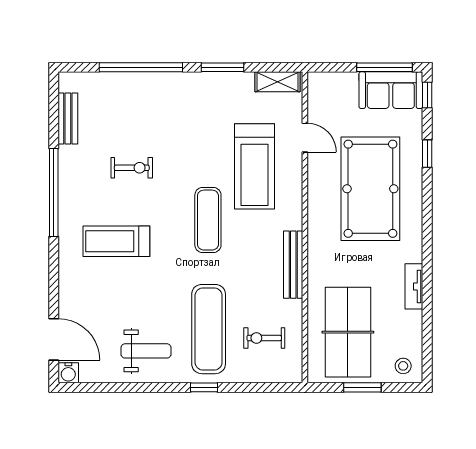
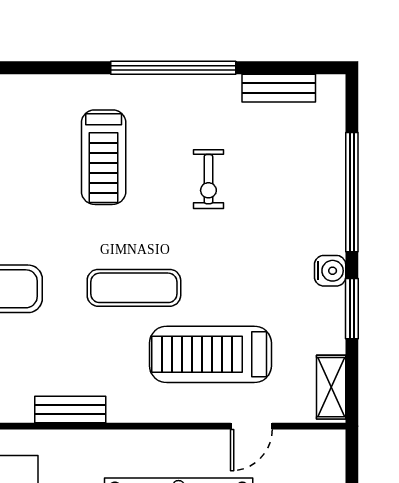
water cooler: (196, 83) -> (330, 271), added
treadmill: (116, 241) -> (104, 157), turned 180
bench: (293, 265) -> (70, 410), width x0.73

